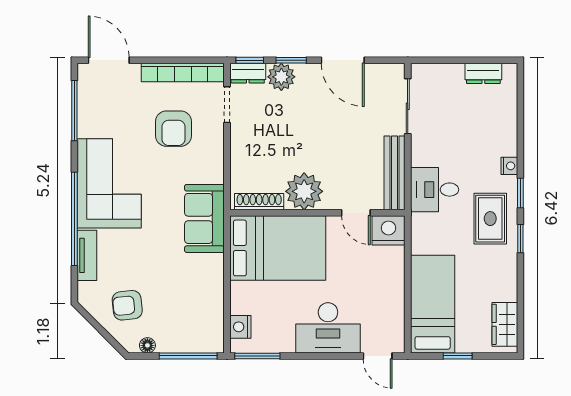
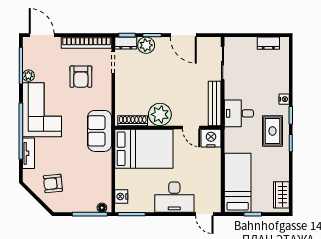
plant: (87, 127) -> (28, 76), added
floor lamp: (147, 345) -> (102, 208), moved

